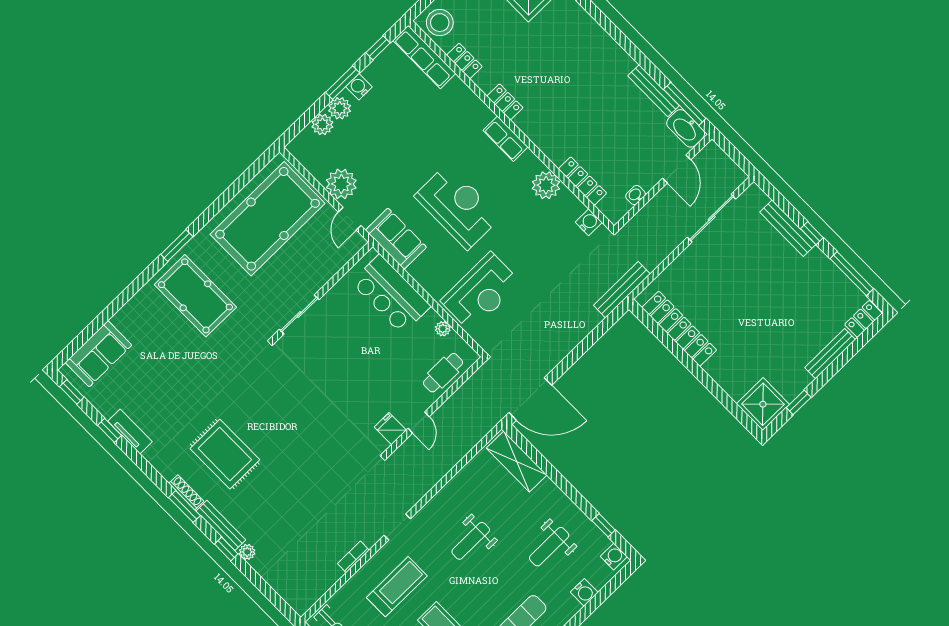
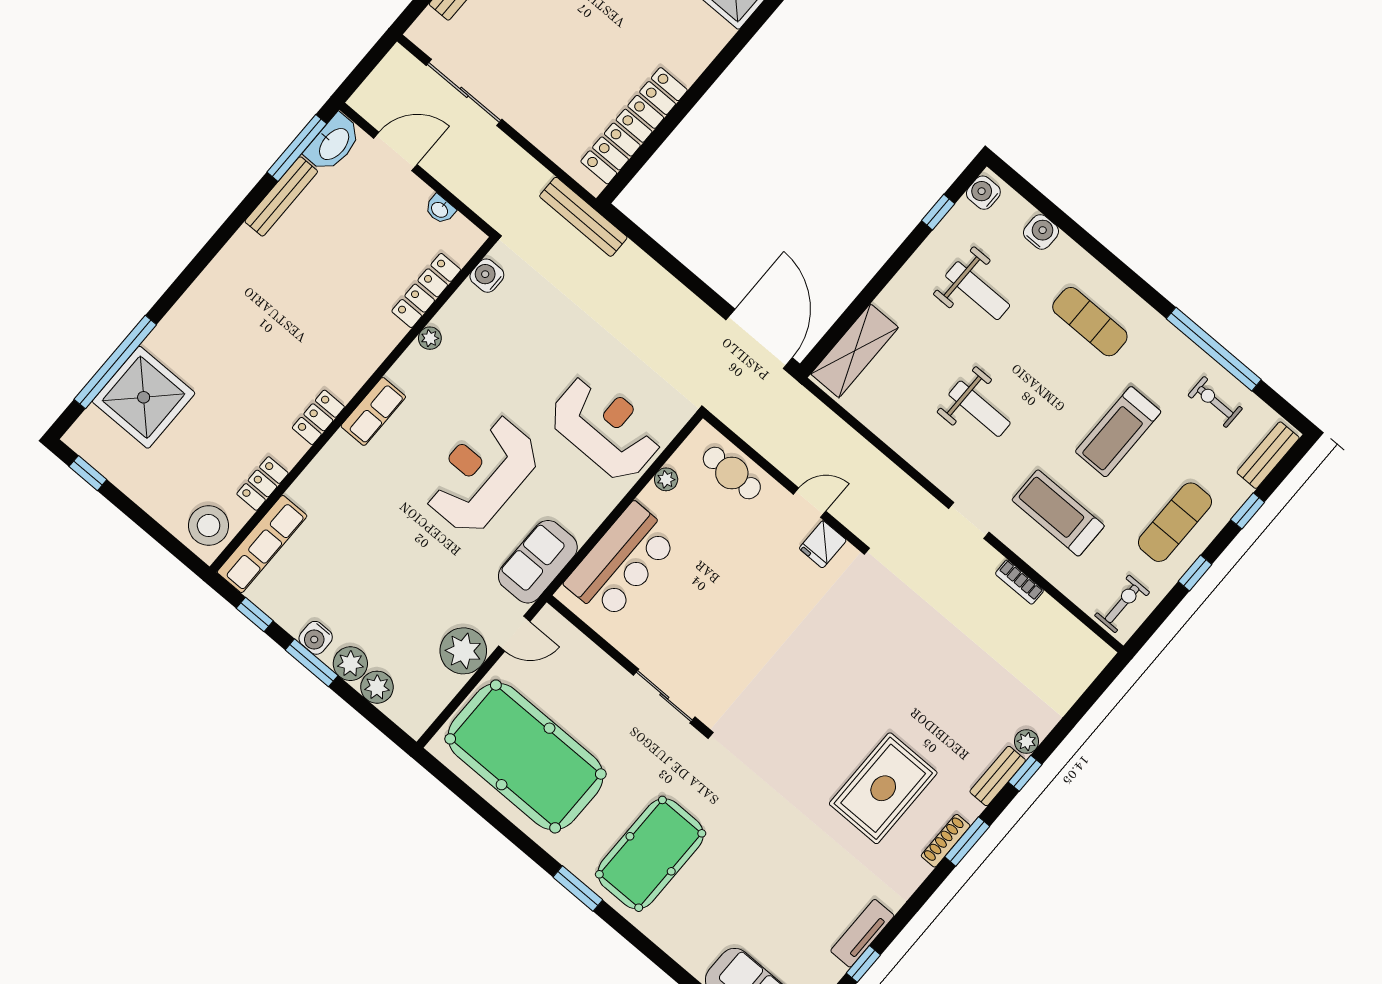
plant: (546, 185) -> (430, 338), width x0.53, depth x0.53
bench: (221, 525) -> (998, 776), width x0.73

